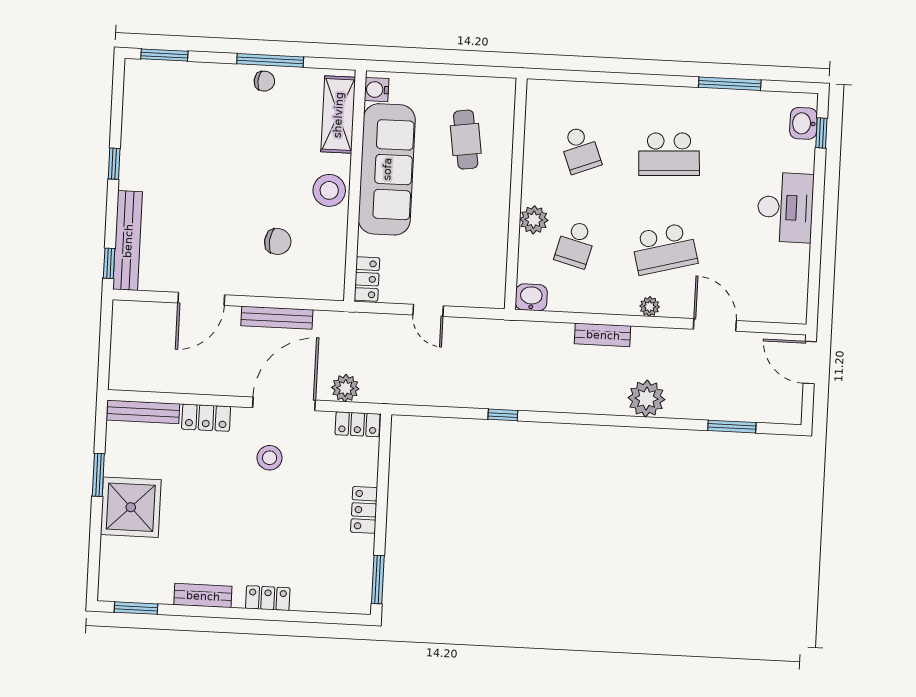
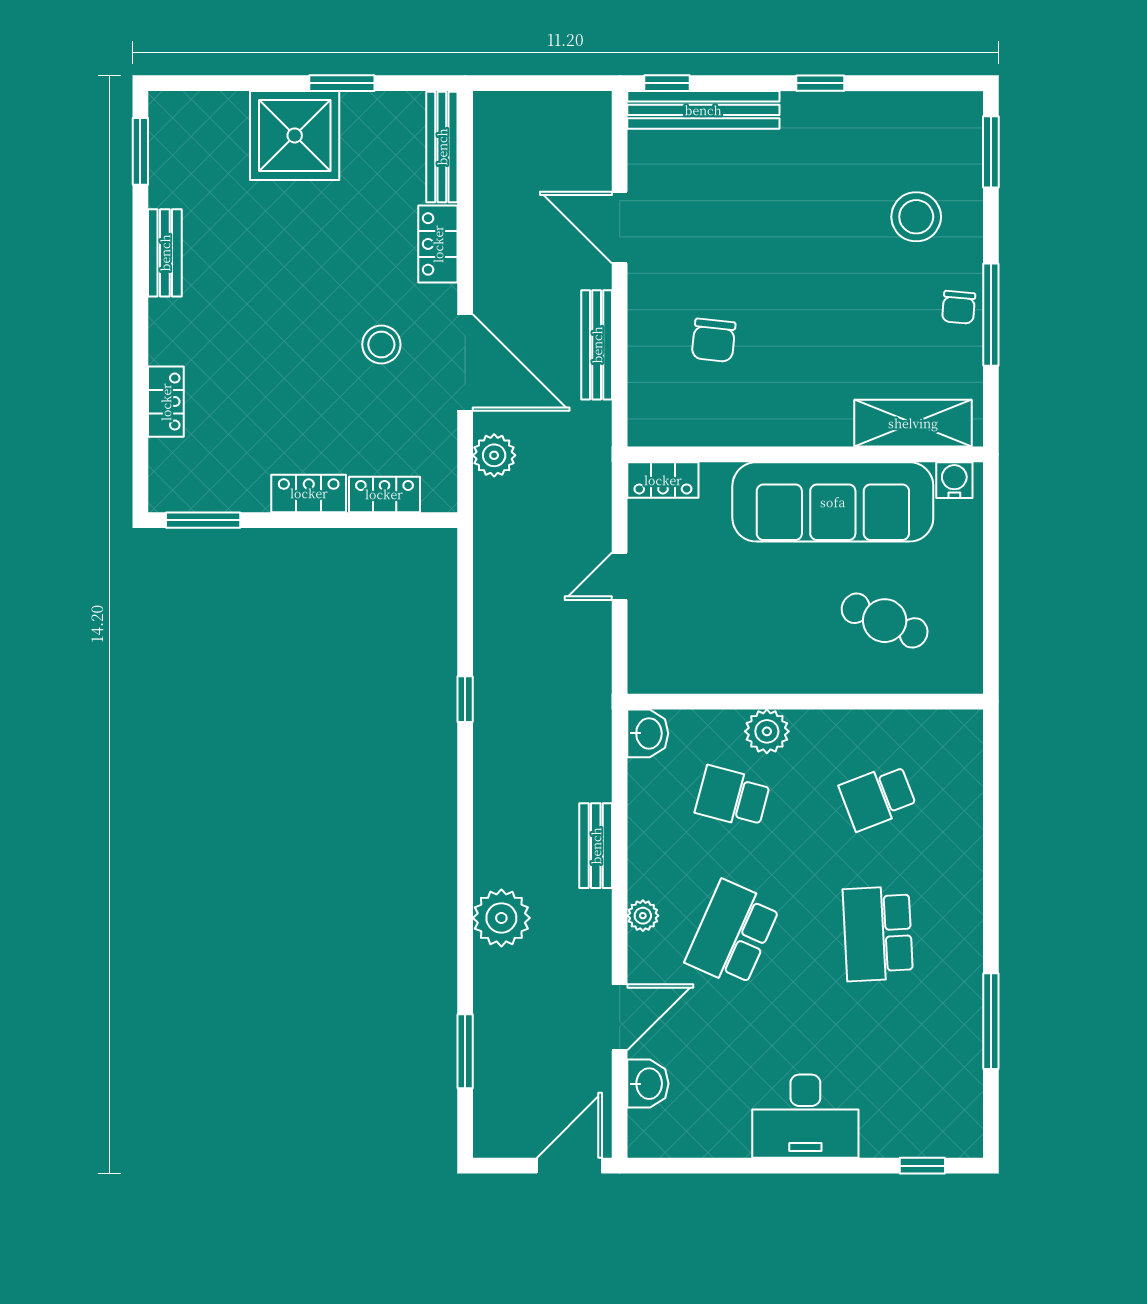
washbasin: (803, 123) -> (648, 1084), moved, turned 90
cafe table: (466, 140) -> (885, 621), turned 31
stool: (329, 190) -> (916, 217), moved
school desk: (664, 249) -> (733, 934), turned 39
locker: (358, 424) -> (384, 494), moved, turned 90
locker: (268, 598) -> (166, 402), moved

